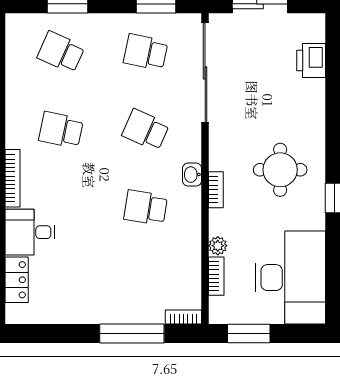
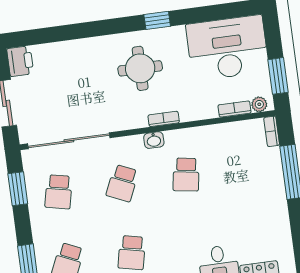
printer: (311, 61) -> (20, 61), moved, turned -90
plant: (218, 246) -> (259, 104), moved

